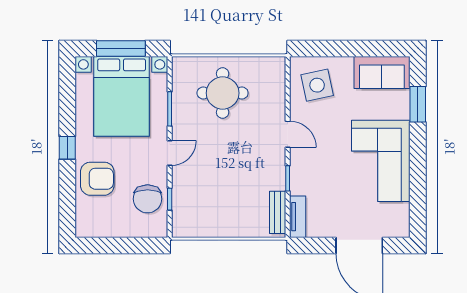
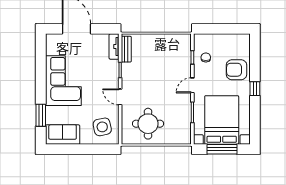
round table: (223, 93) -> (148, 124), moved
chair: (148, 199) -> (206, 57), width x0.54, depth x0.54

